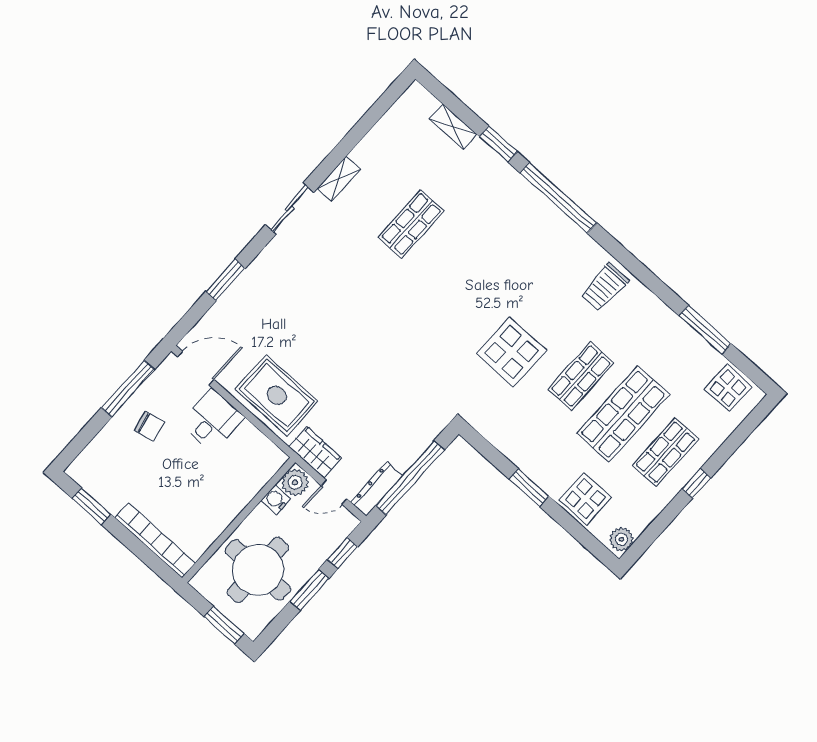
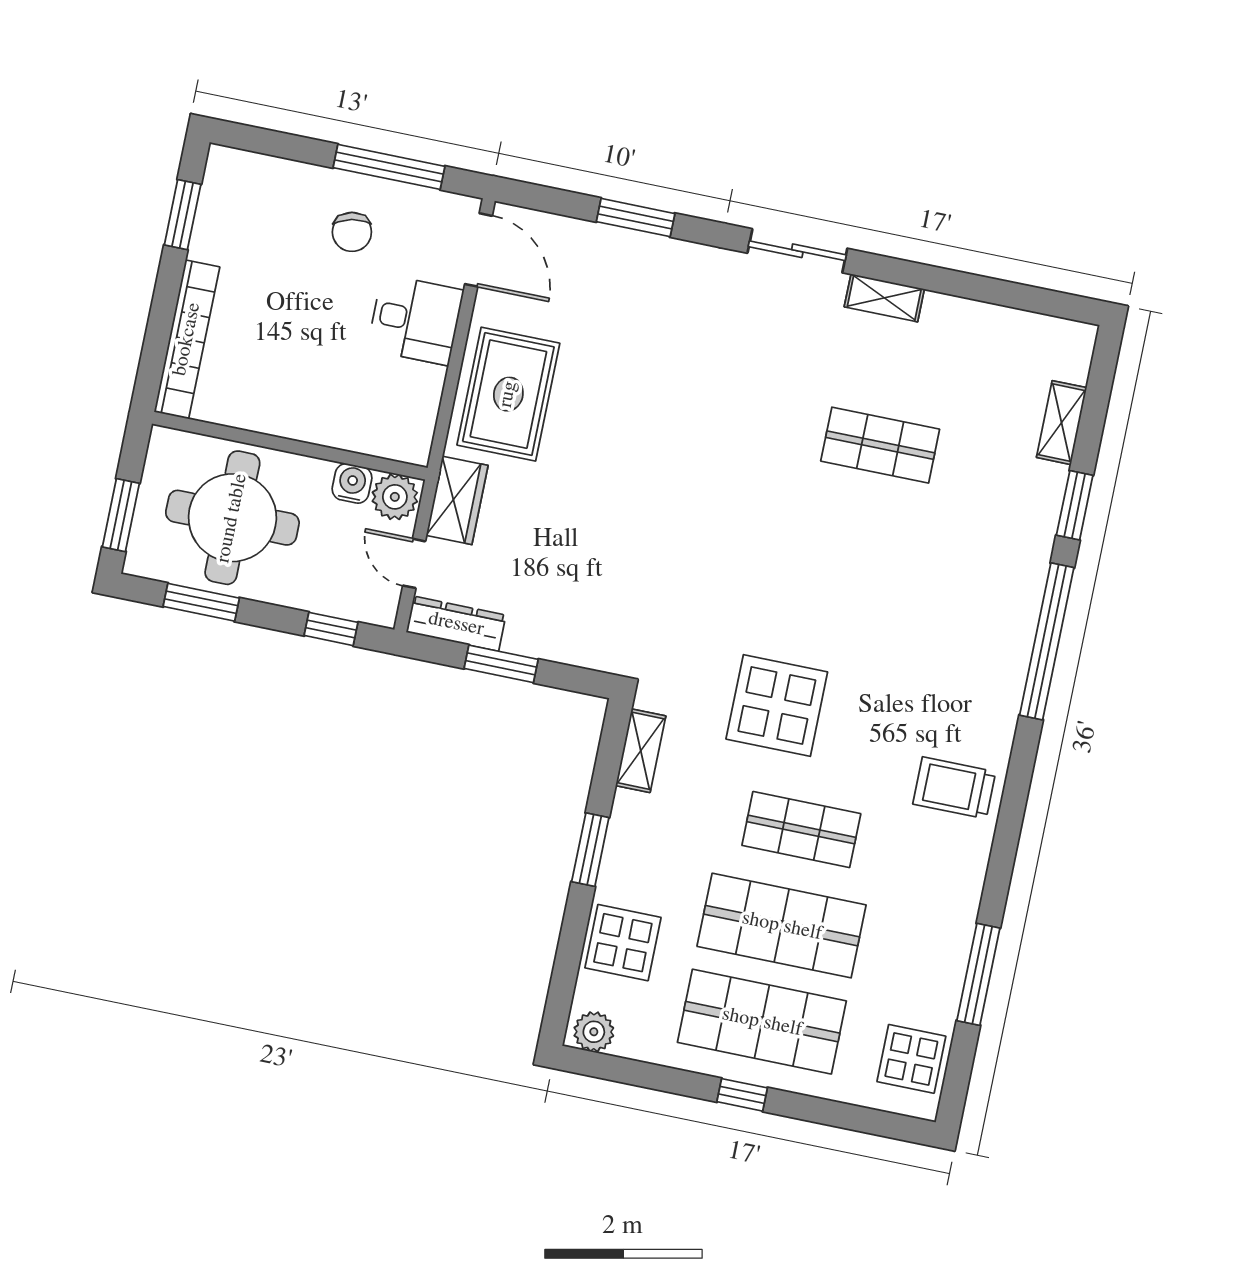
shelving: (494, 434) -> (641, 751), added
shop shelf: (666, 452) -> (762, 1022), width x1.43, depth x1.36
window: (410, 478) -> (501, 664), width x0.47
window: (309, 590) -> (201, 602), moved

